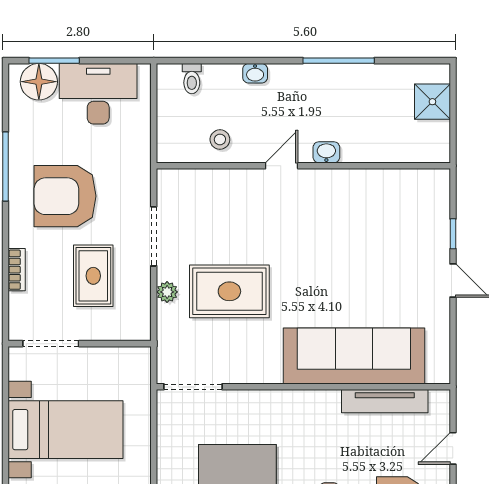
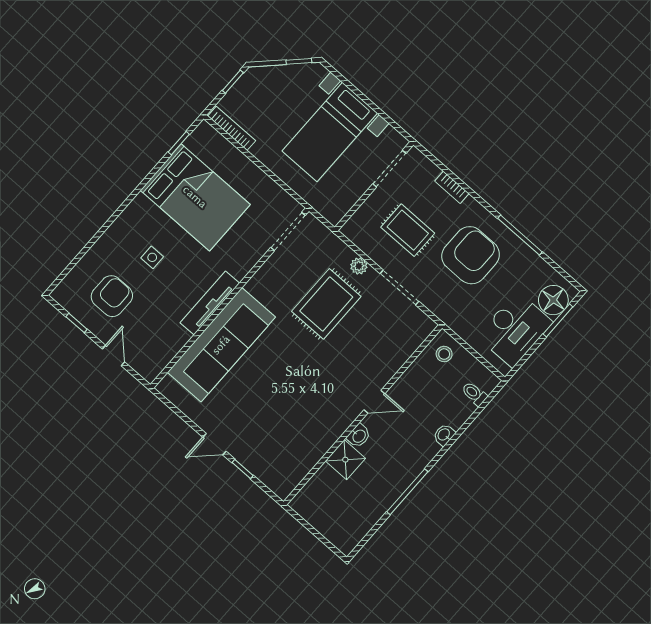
shower: (432, 102) -> (345, 460), moved
stool: (220, 140) -> (444, 354), moved
door: (282, 166) -> (374, 402), hinge flipped
tv unit: (385, 401) -> (210, 303), moved

